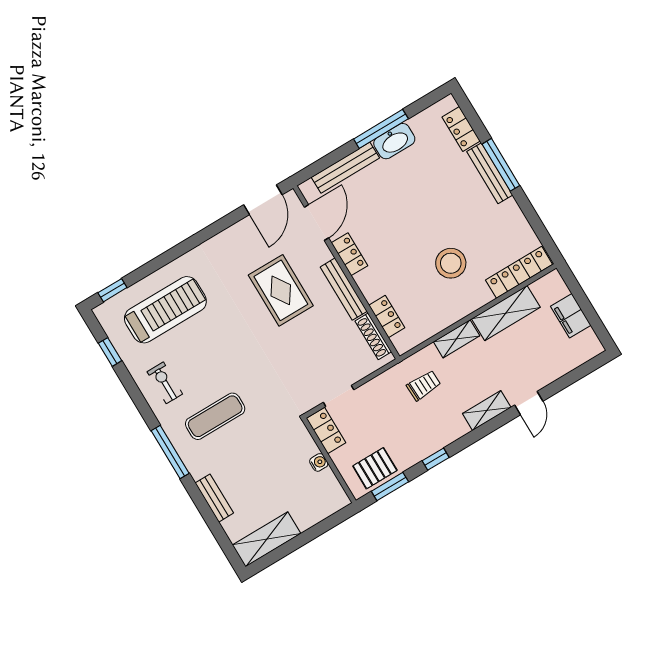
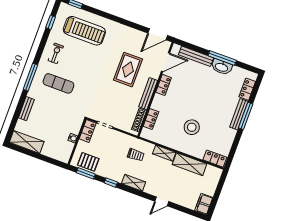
locker: (519, 272) -> (215, 159), width x0.66
filing cabinet: (571, 316) -> (204, 204), moved
shelving: (487, 410) -> (134, 183), moved

